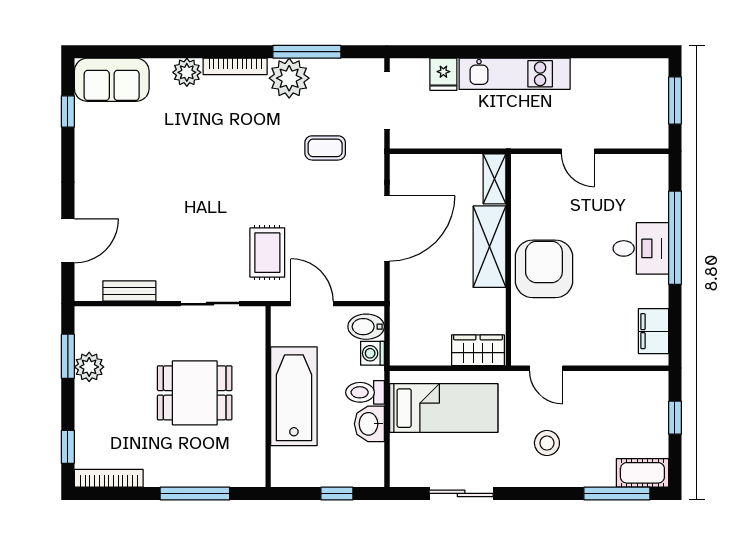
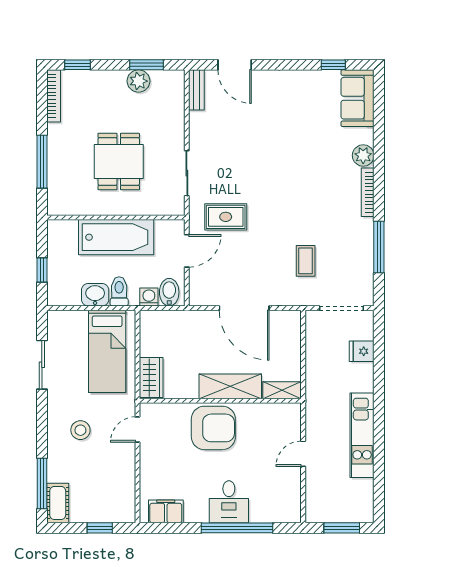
kitchen unit: (515, 74) -> (362, 435), moved
plant: (289, 78) -> (359, 234), removed
bench: (129, 291) -> (196, 90), moved

